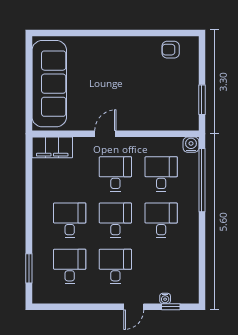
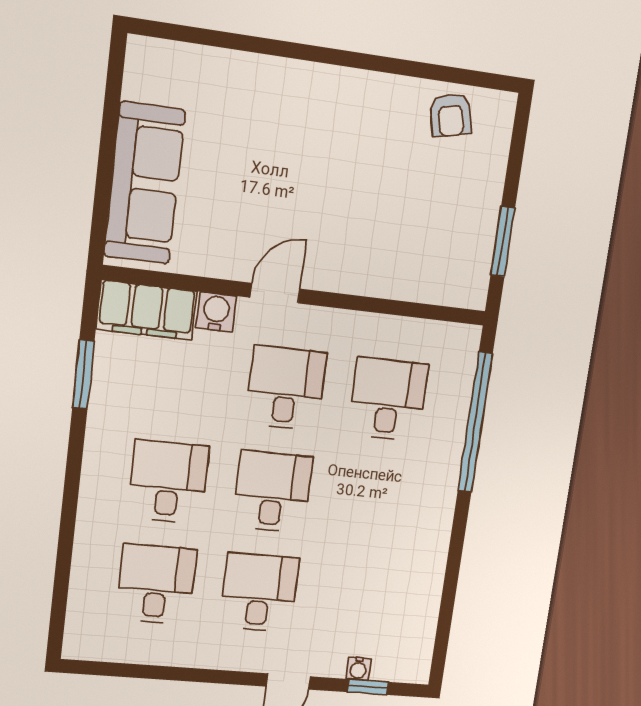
armchair: (171, 50) -> (450, 115), turned -103
sofa: (49, 84) -> (145, 183), width x0.74, depth x0.79
water cooler: (191, 145) -> (216, 312), moved
desk: (161, 220) -> (374, 501), removed
window: (29, 268) -> (83, 374), moved

